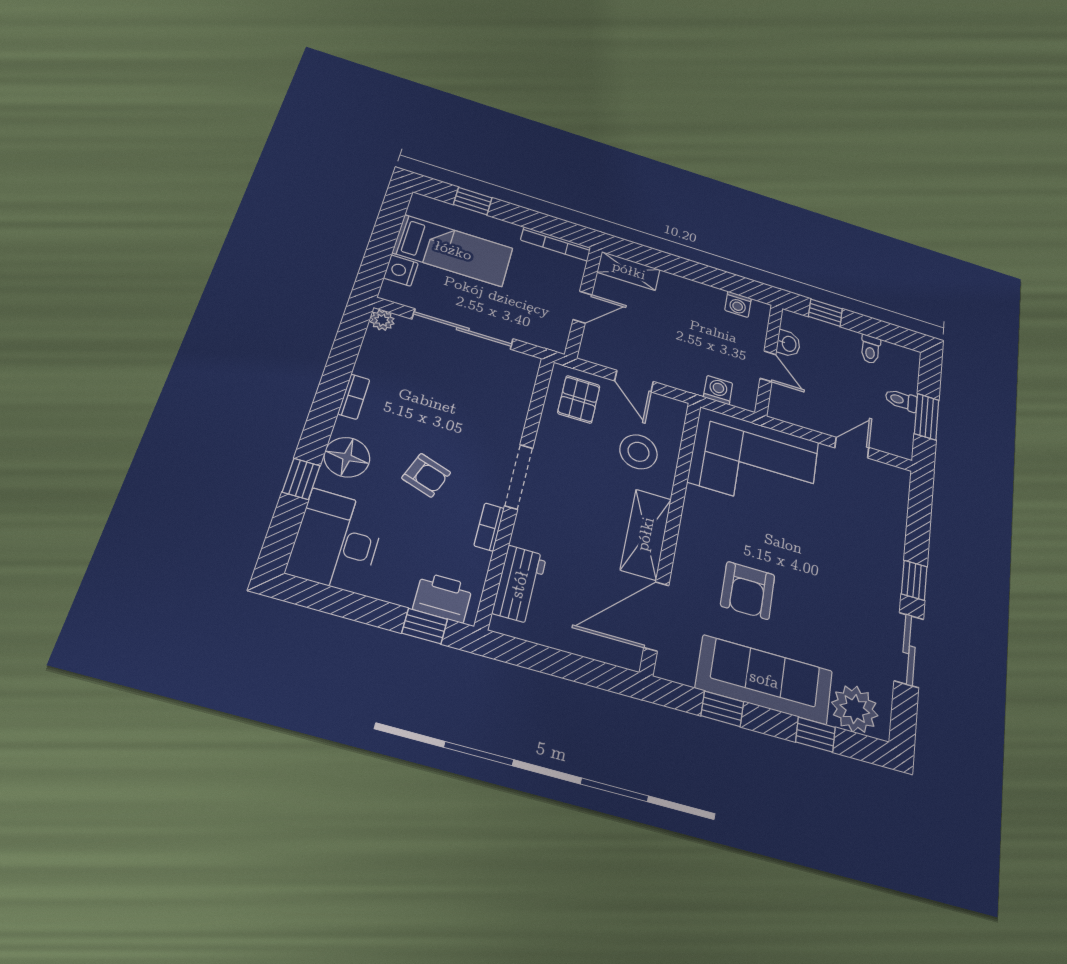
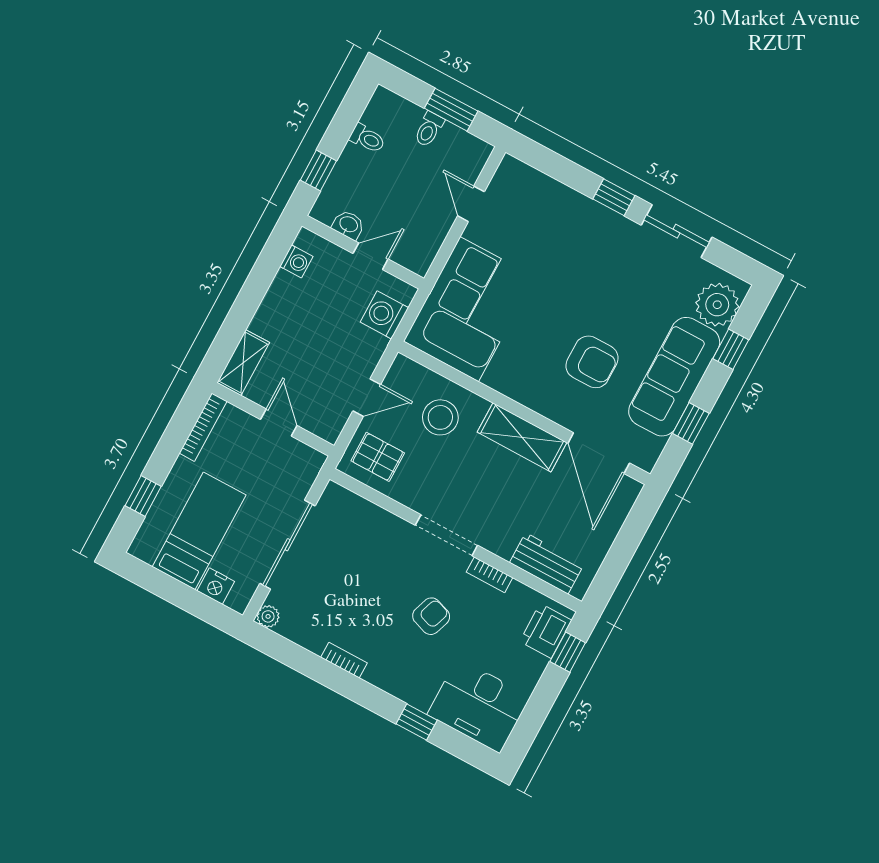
washing machine: (718, 390) -> (384, 315), width x1.38, depth x1.38
floor lamp: (347, 457) -> (402, 680), removed

